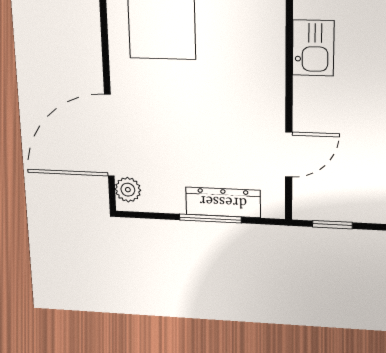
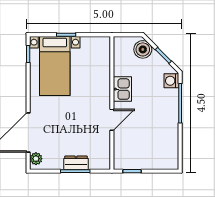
door: (289, 155) -> (112, 120), moved
dresser: (223, 202) -> (76, 163), width x0.70

